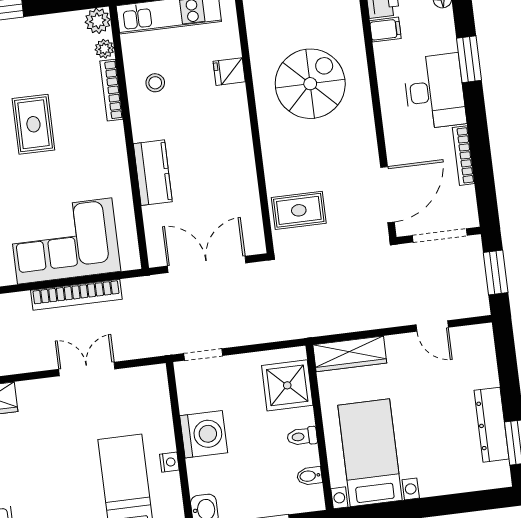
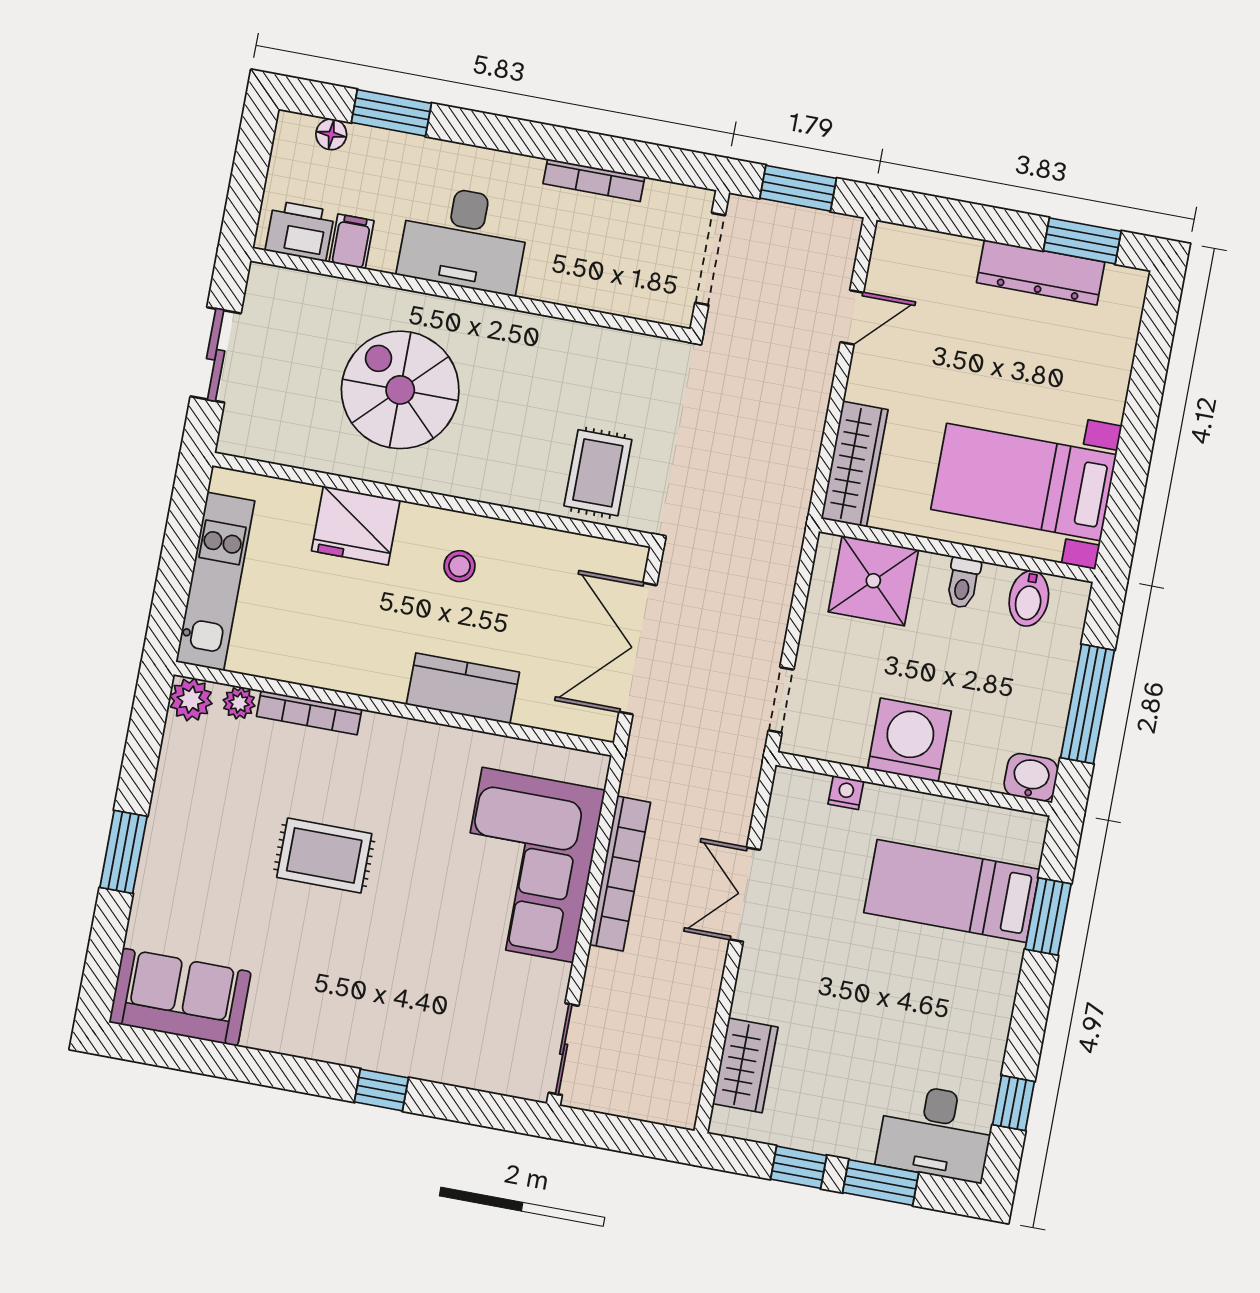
window: (469, 59) -> (391, 113), moved
fridge: (229, 72) -> (356, 526), width x1.88, depth x1.34
stool: (155, 83) -> (460, 566), moved
desk: (435, 91) -> (464, 239), moved, turned 180
door: (388, 195) -> (618, 322), removed
nightstand: (169, 462) -> (846, 793), moved
bidet: (309, 476) -> (1029, 598), width x1.38, depth x1.36

